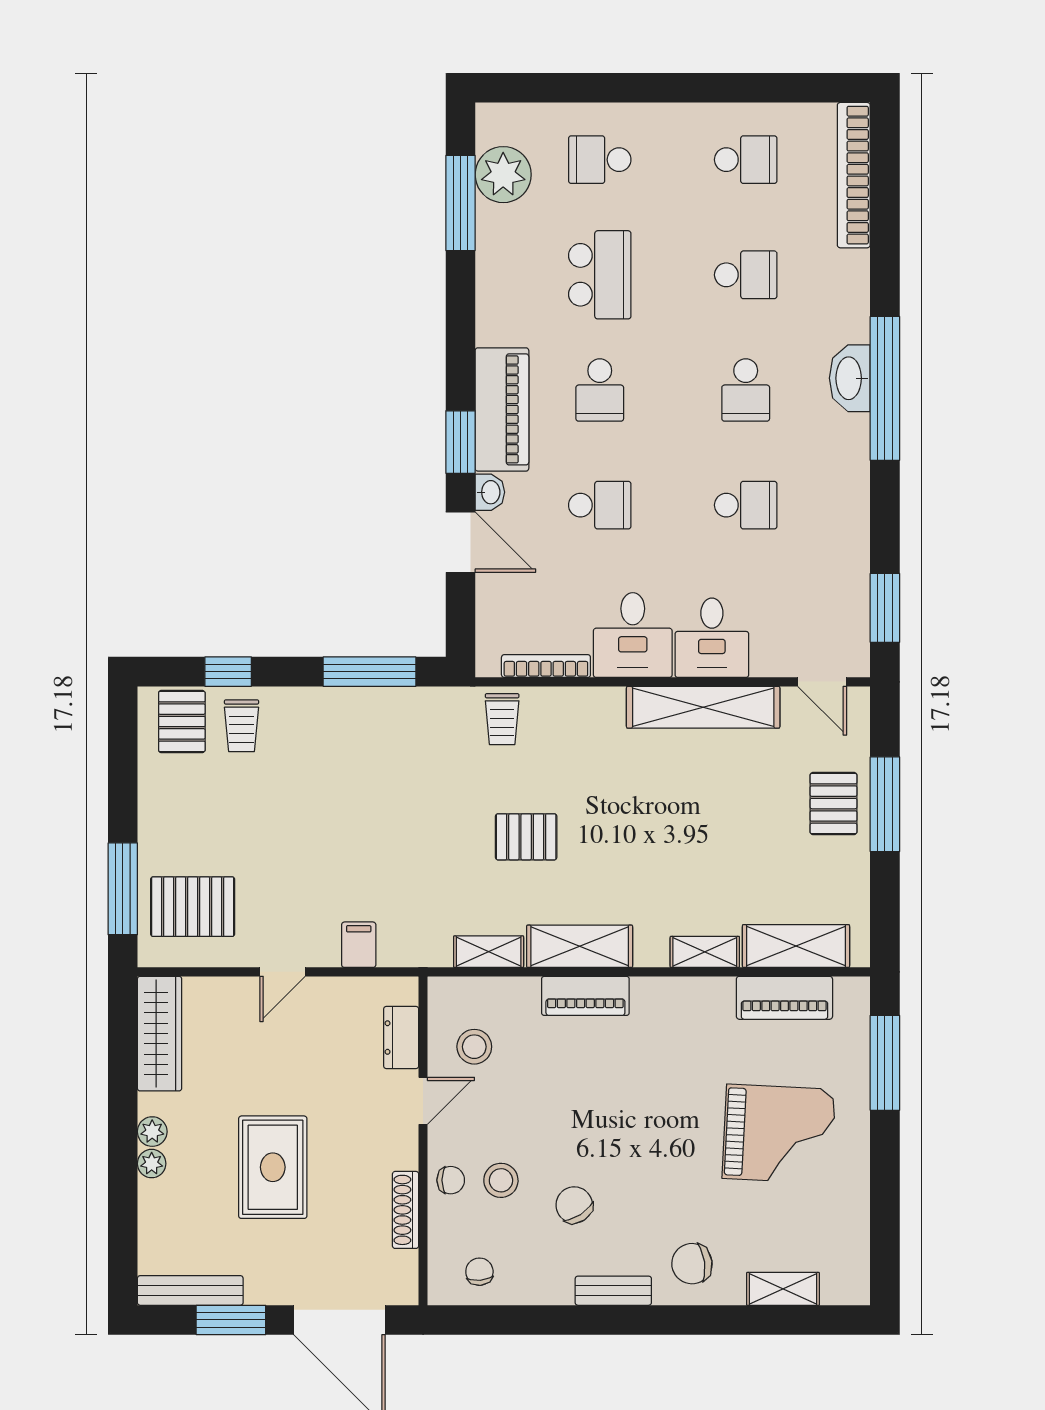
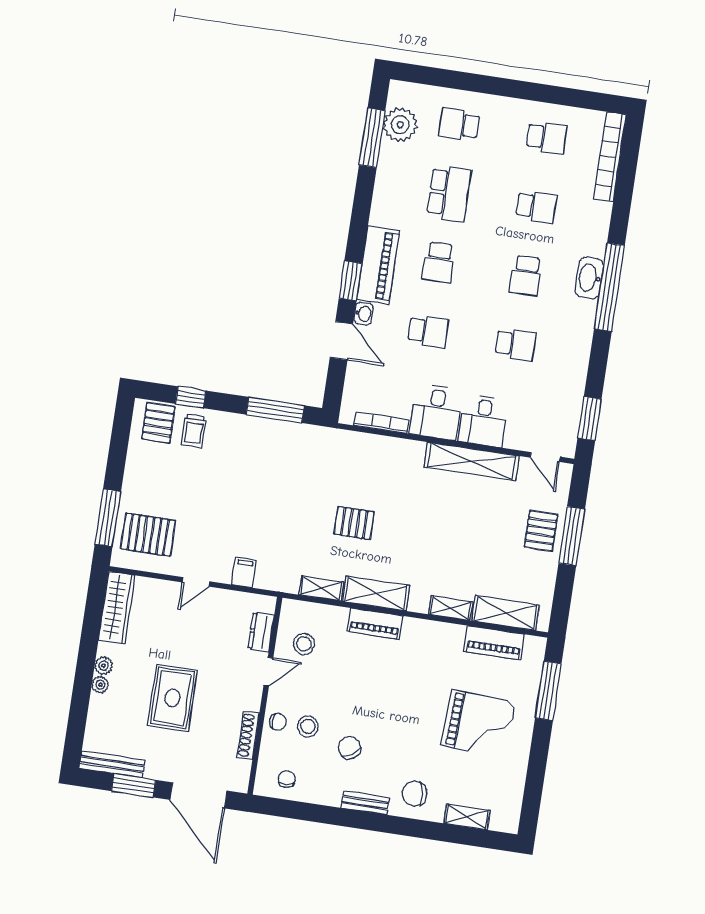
trolley: (502, 719) -> (350, 450), removed

